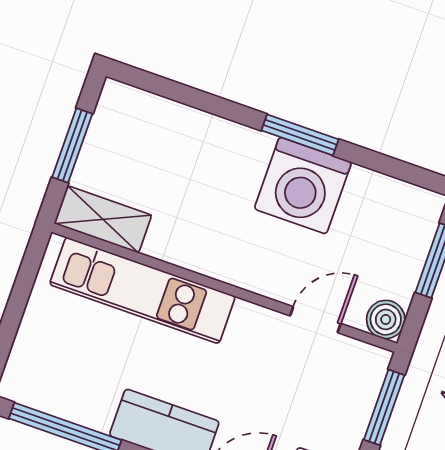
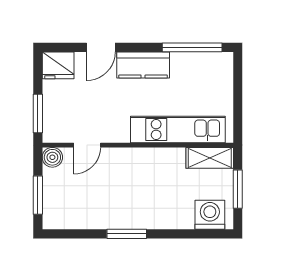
washing machine: (303, 185) -> (210, 215), moved, width x0.73, depth x0.73

